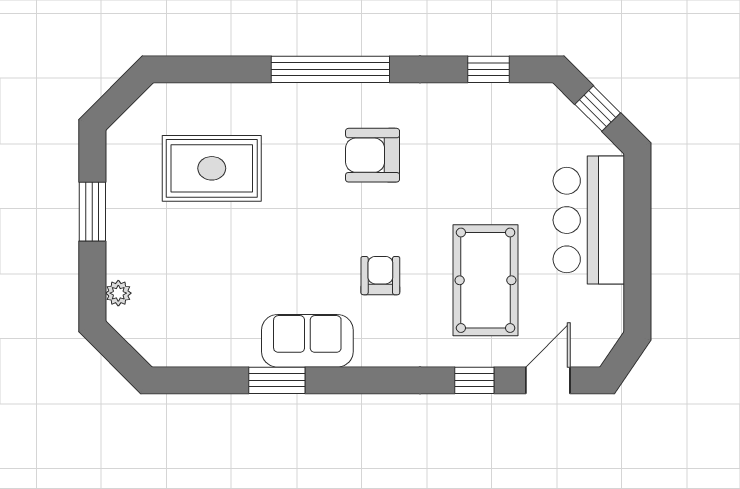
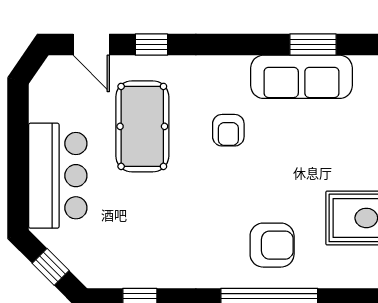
armchair: (373, 155) -> (272, 245), moved
sofa: (307, 341) -> (302, 77), width x1.36
door: (548, 380) -> (91, 45), hinge flipped

